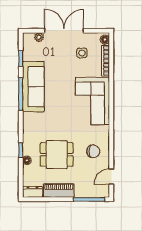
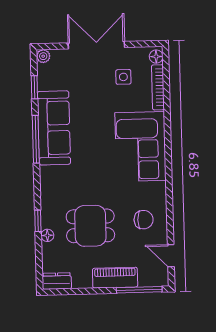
plant: (39, 37) -> (43, 56), moved
door: (111, 177) -> (171, 256), hinge flipped
piano: (59, 191) -> (115, 278), moved

